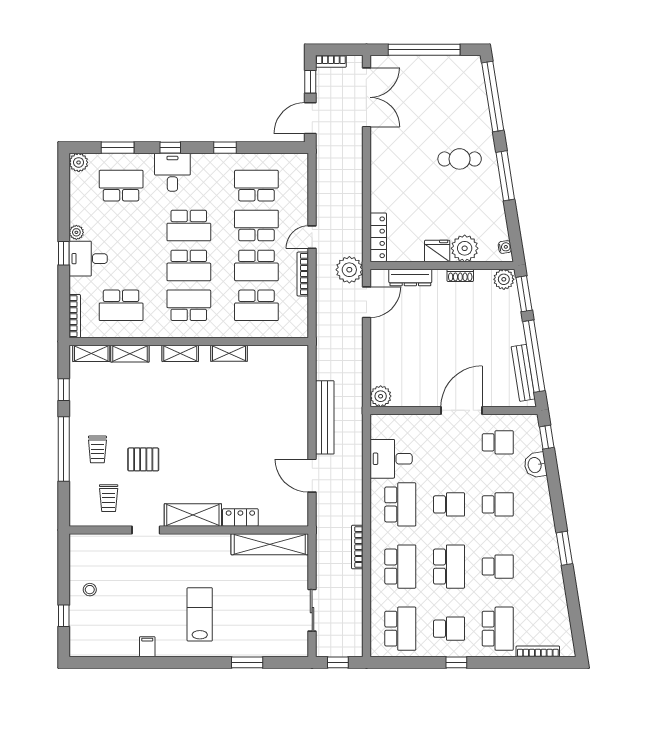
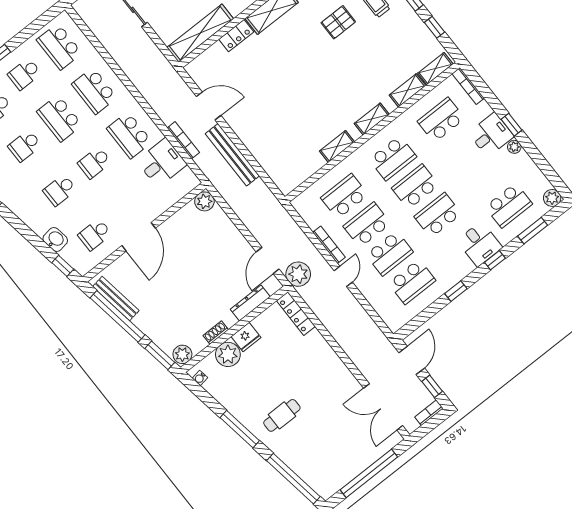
bookcase: (357, 547) -> (183, 140), moved

